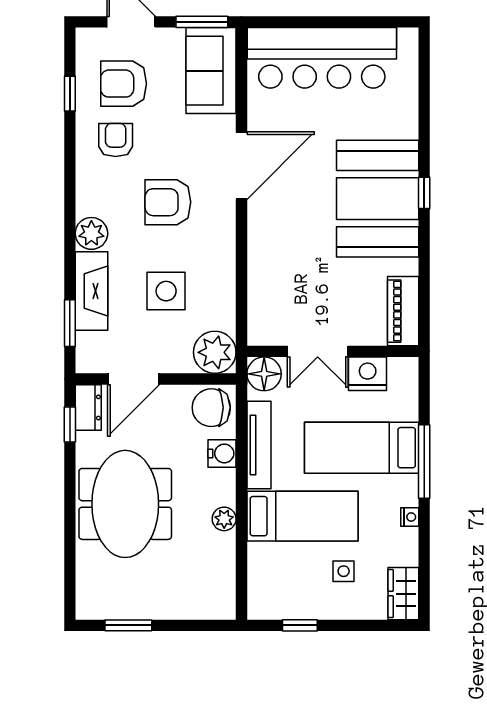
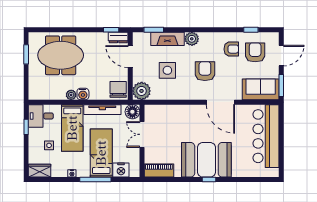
nightstand: (368, 374) -> (121, 170), moved, turned 90
water cooler: (222, 453) -> (83, 94), moved
meeting table: (125, 504) -> (61, 55), moved
desk: (274, 591) -> (41, 116), added

